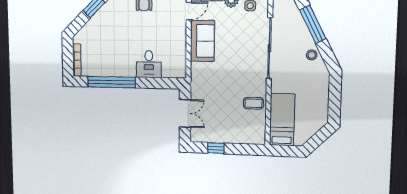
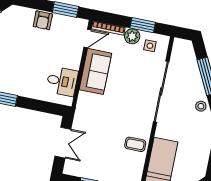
desk: (149, 64) -> (62, 81), moved, turned -90

